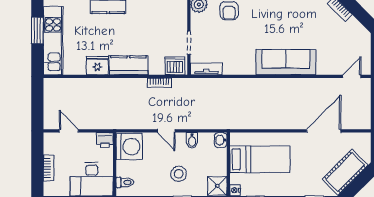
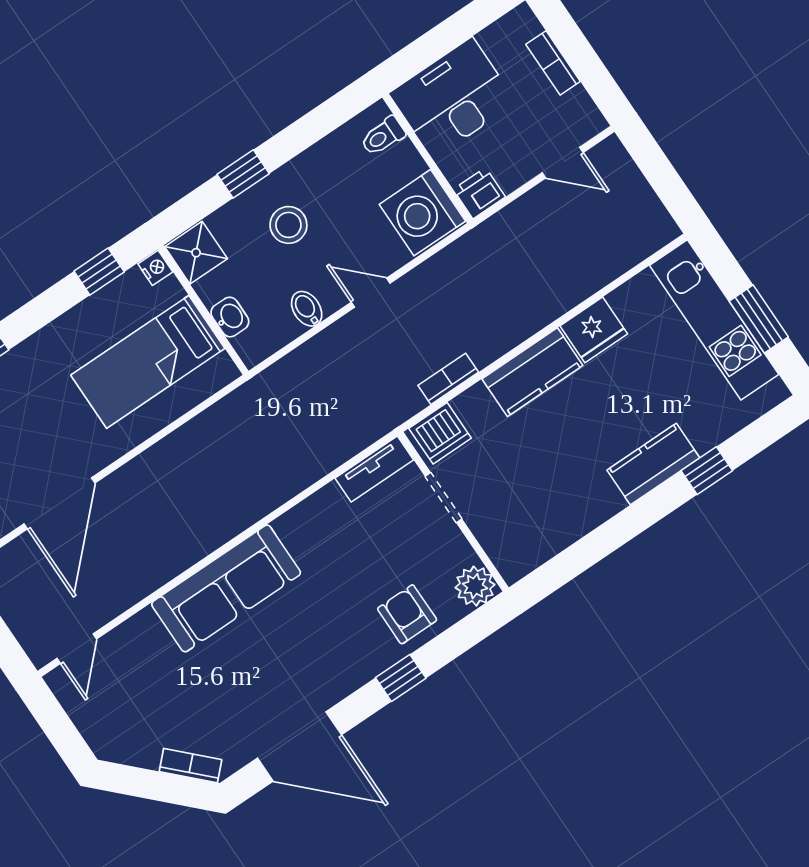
washbasin: (221, 140) -> (230, 317), moved

